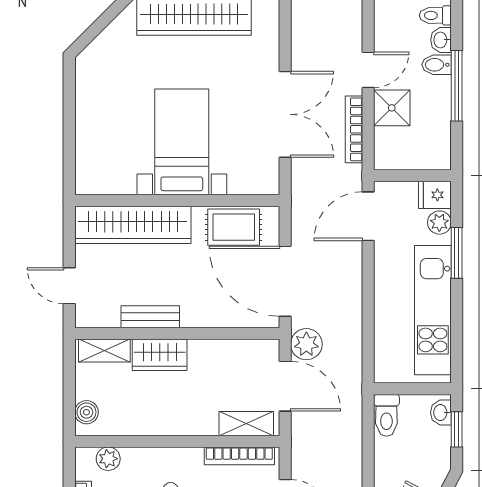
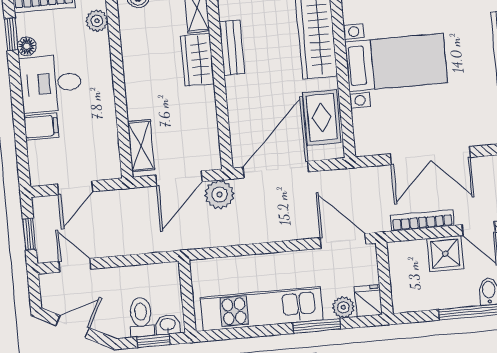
toilet: (386, 415) -> (141, 317), moved, turned 90
bookcase: (239, 456) -> (111, 142), removed

